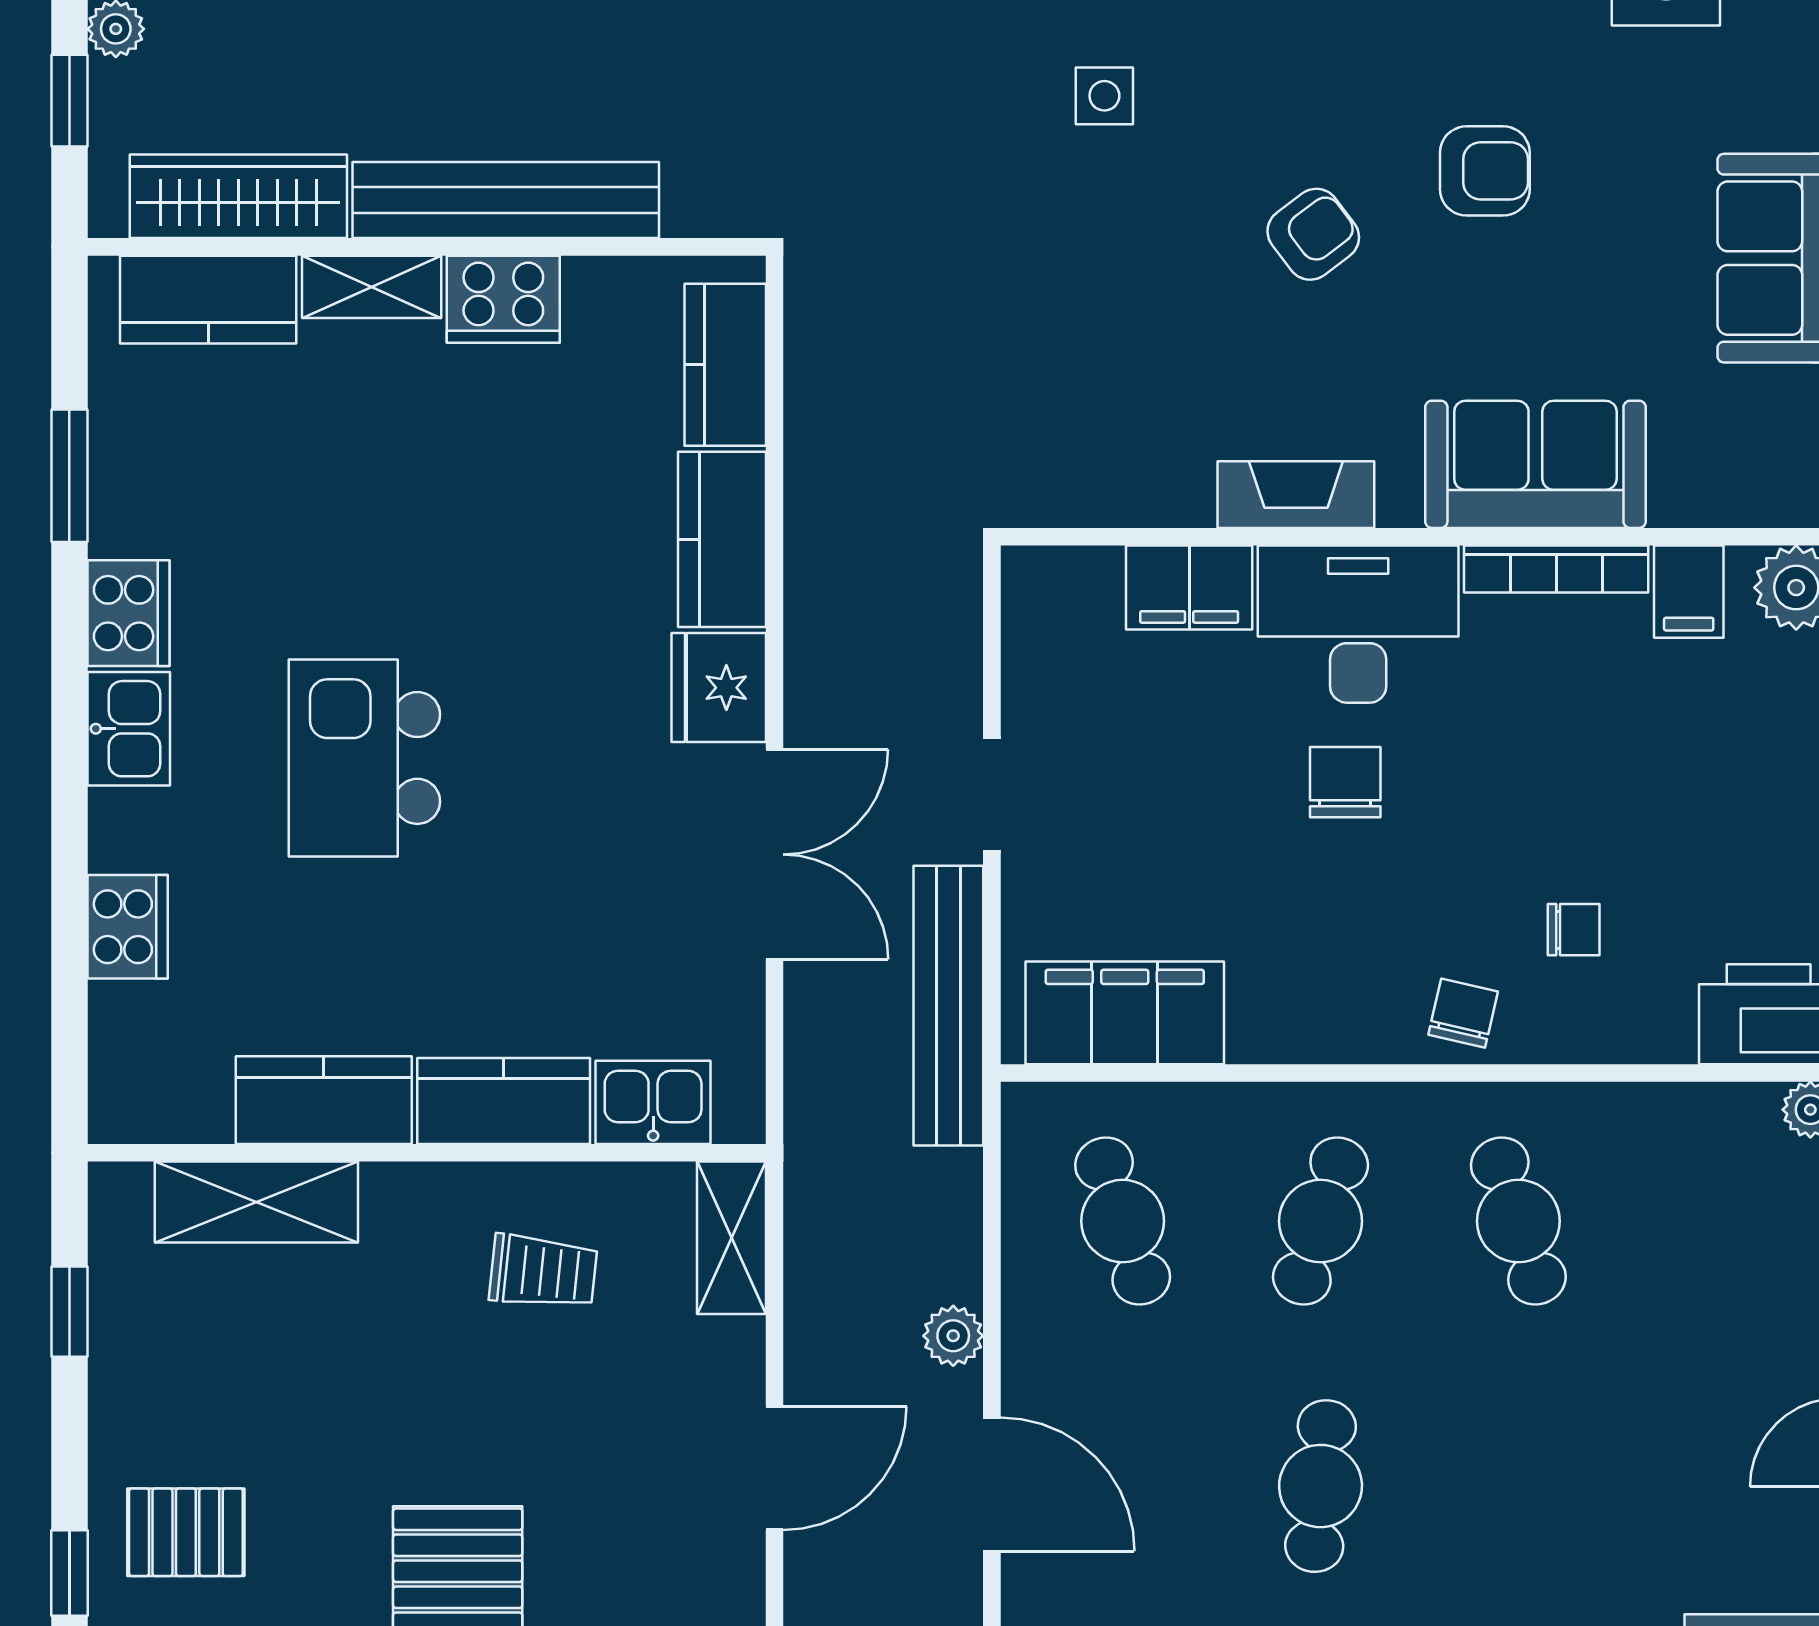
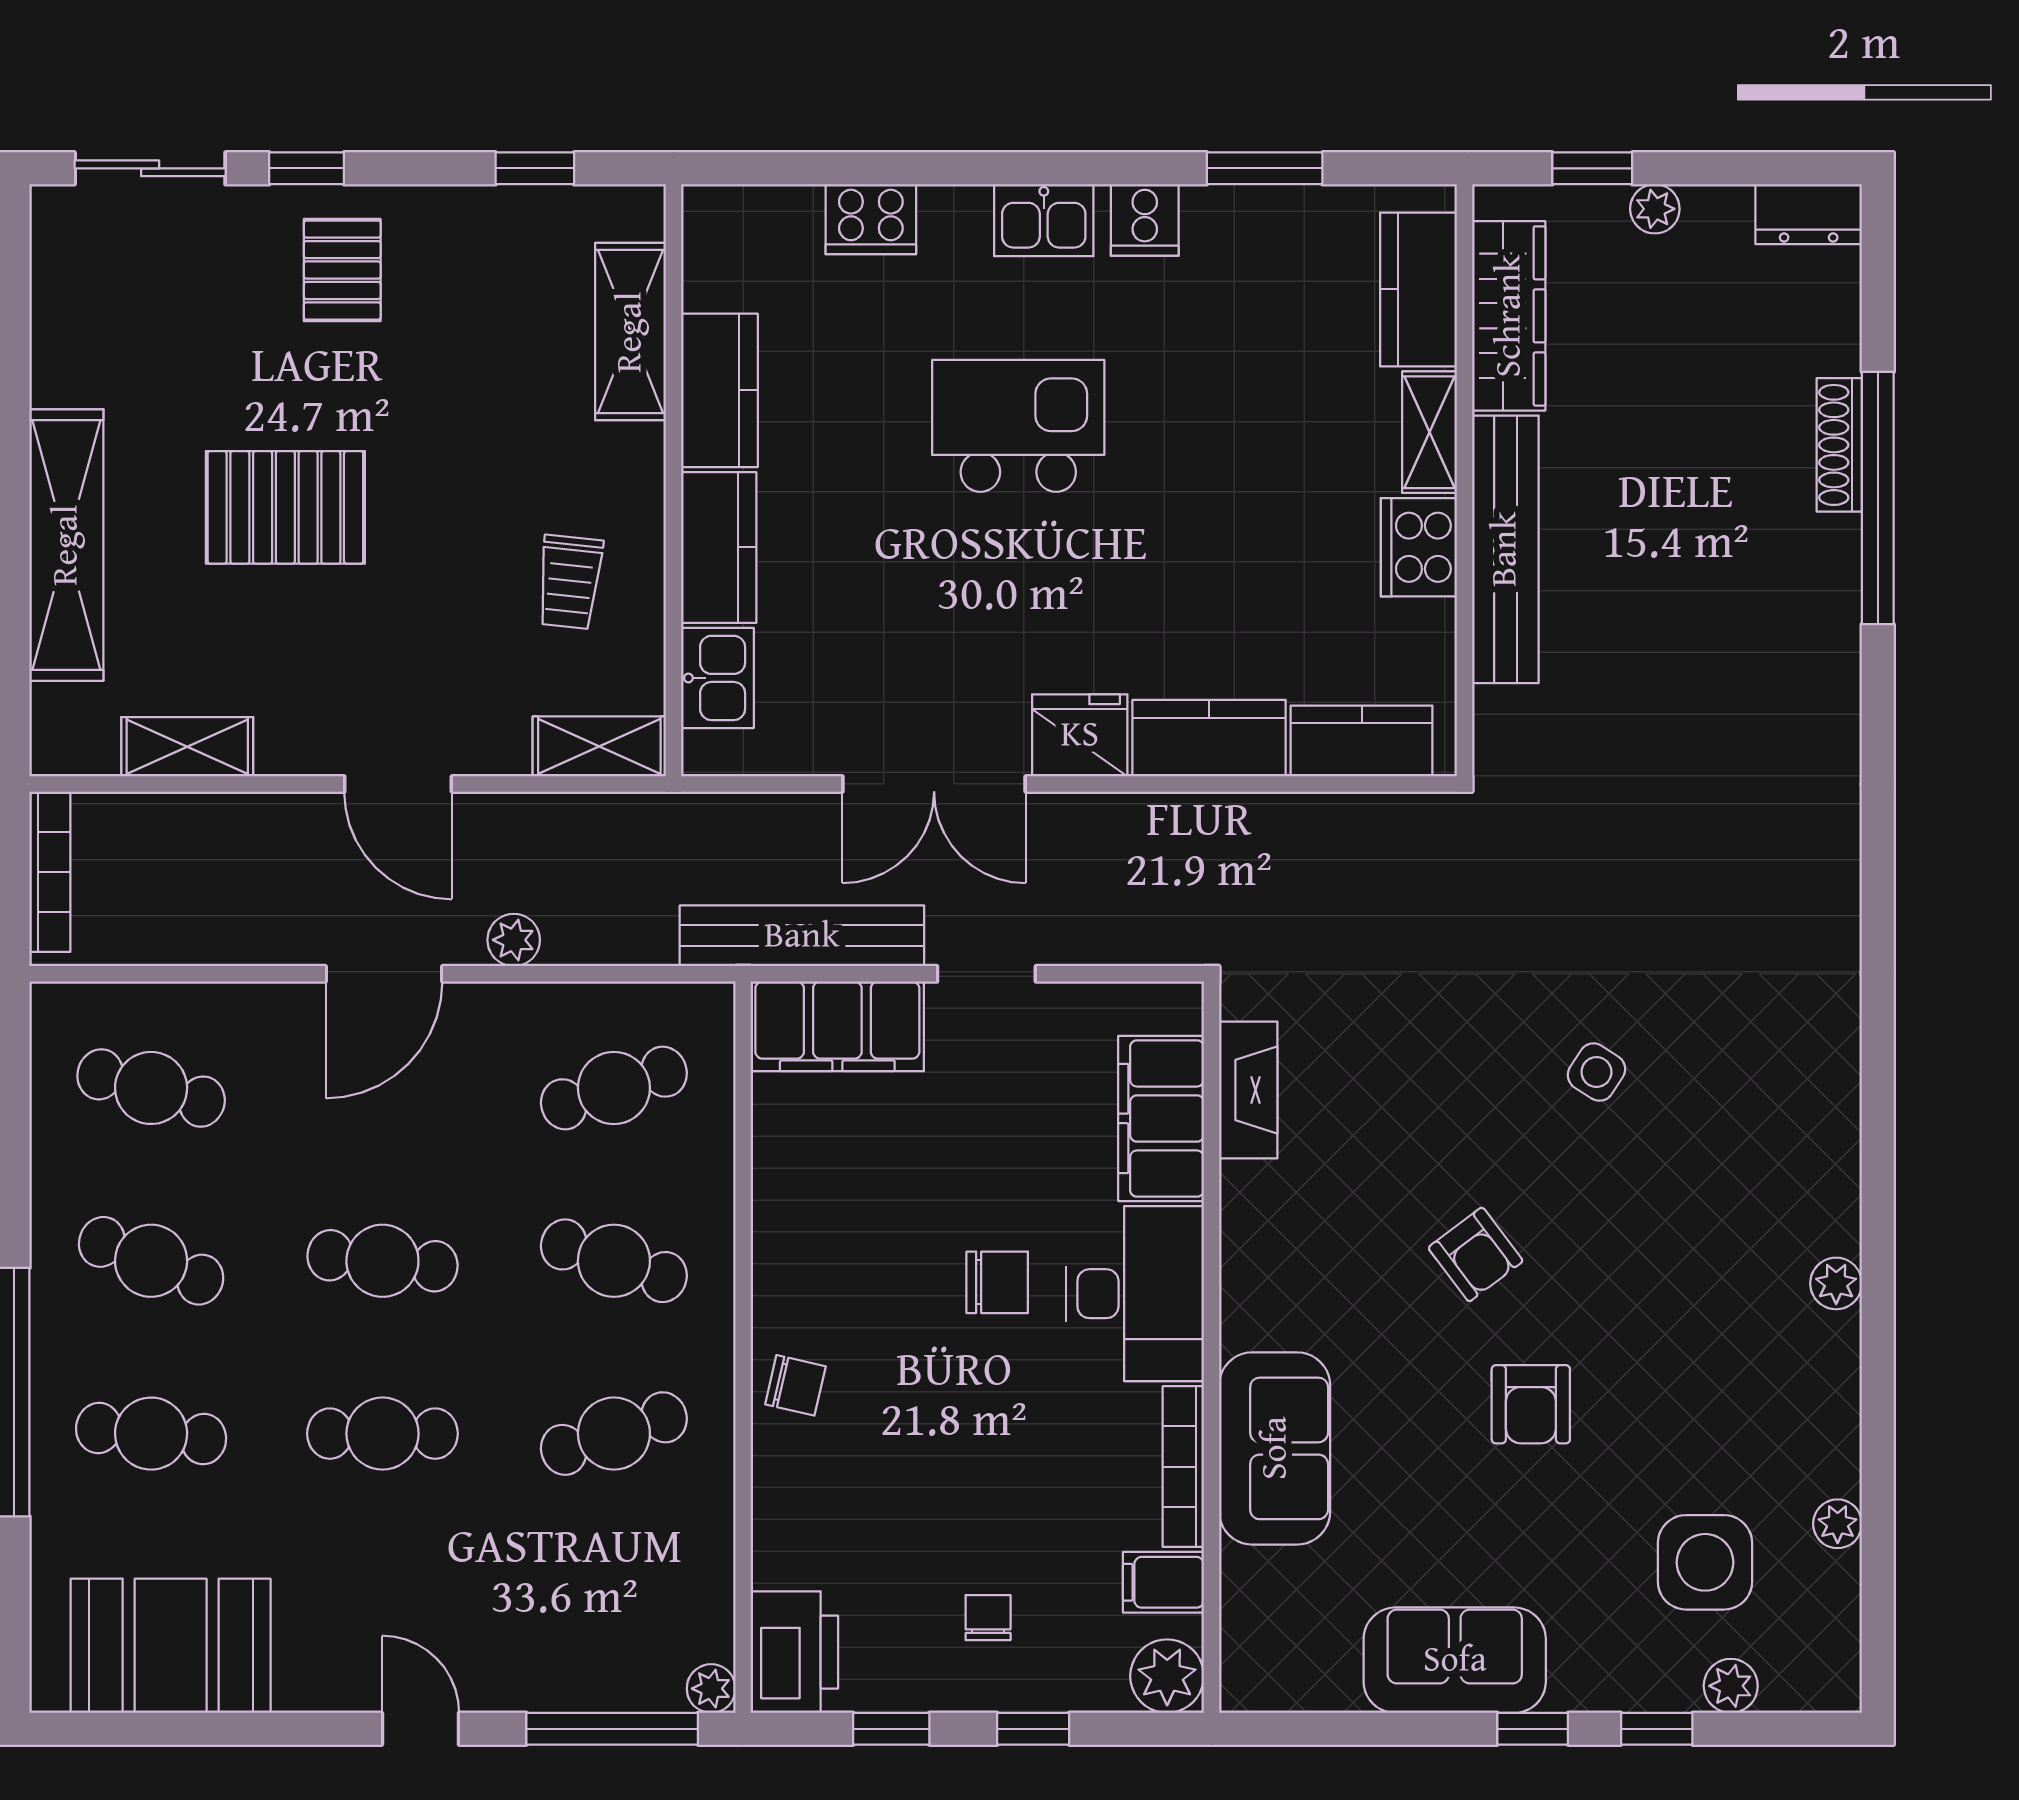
side table: (1104, 96) -> (1596, 1072), turned 33
fireplace: (1296, 495) -> (1248, 1090), moved
filing cabinet: (1189, 587) -> (1161, 1118), width x1.50, depth x1.17
cooker: (128, 613) -> (1145, 220), width x0.73
chair: (1574, 930) -> (988, 1618), moved, turned 180
filing cabinet: (1125, 1013) -> (837, 1026), moved, turned 90
cafe table: (1518, 1486) -> (382, 1434), added

